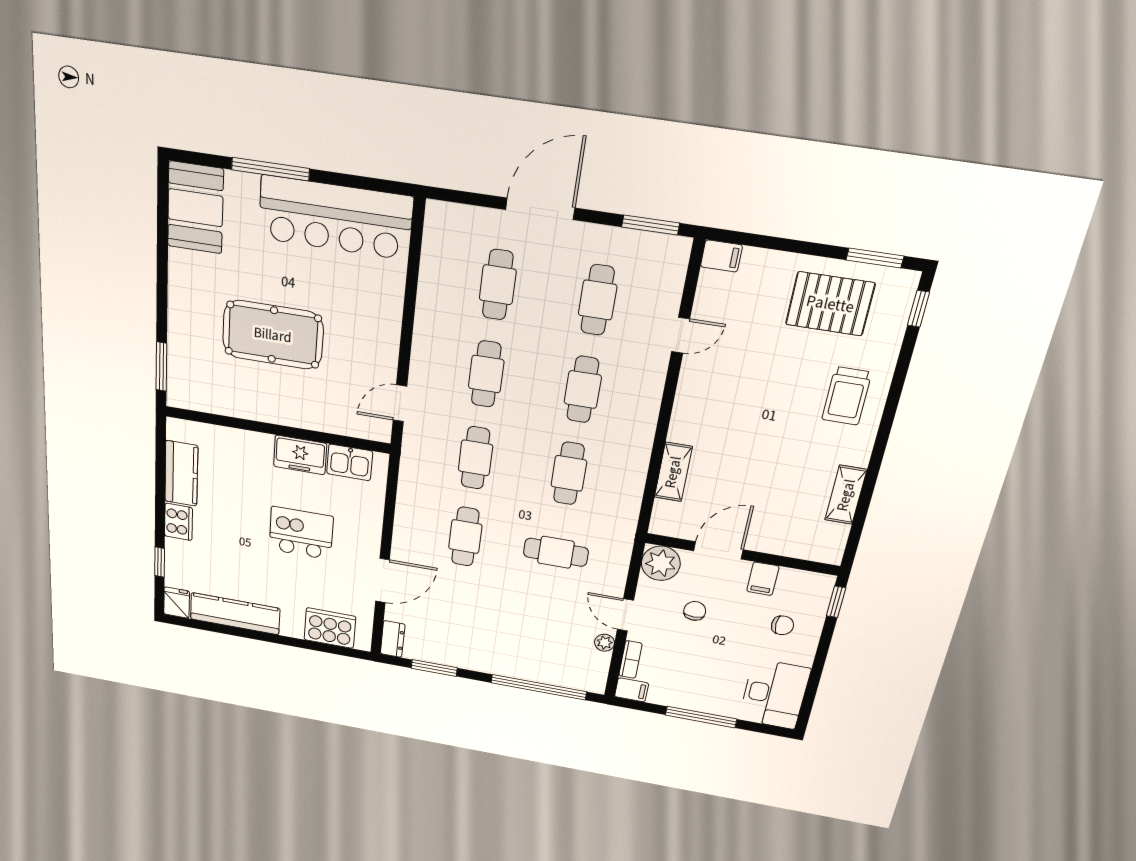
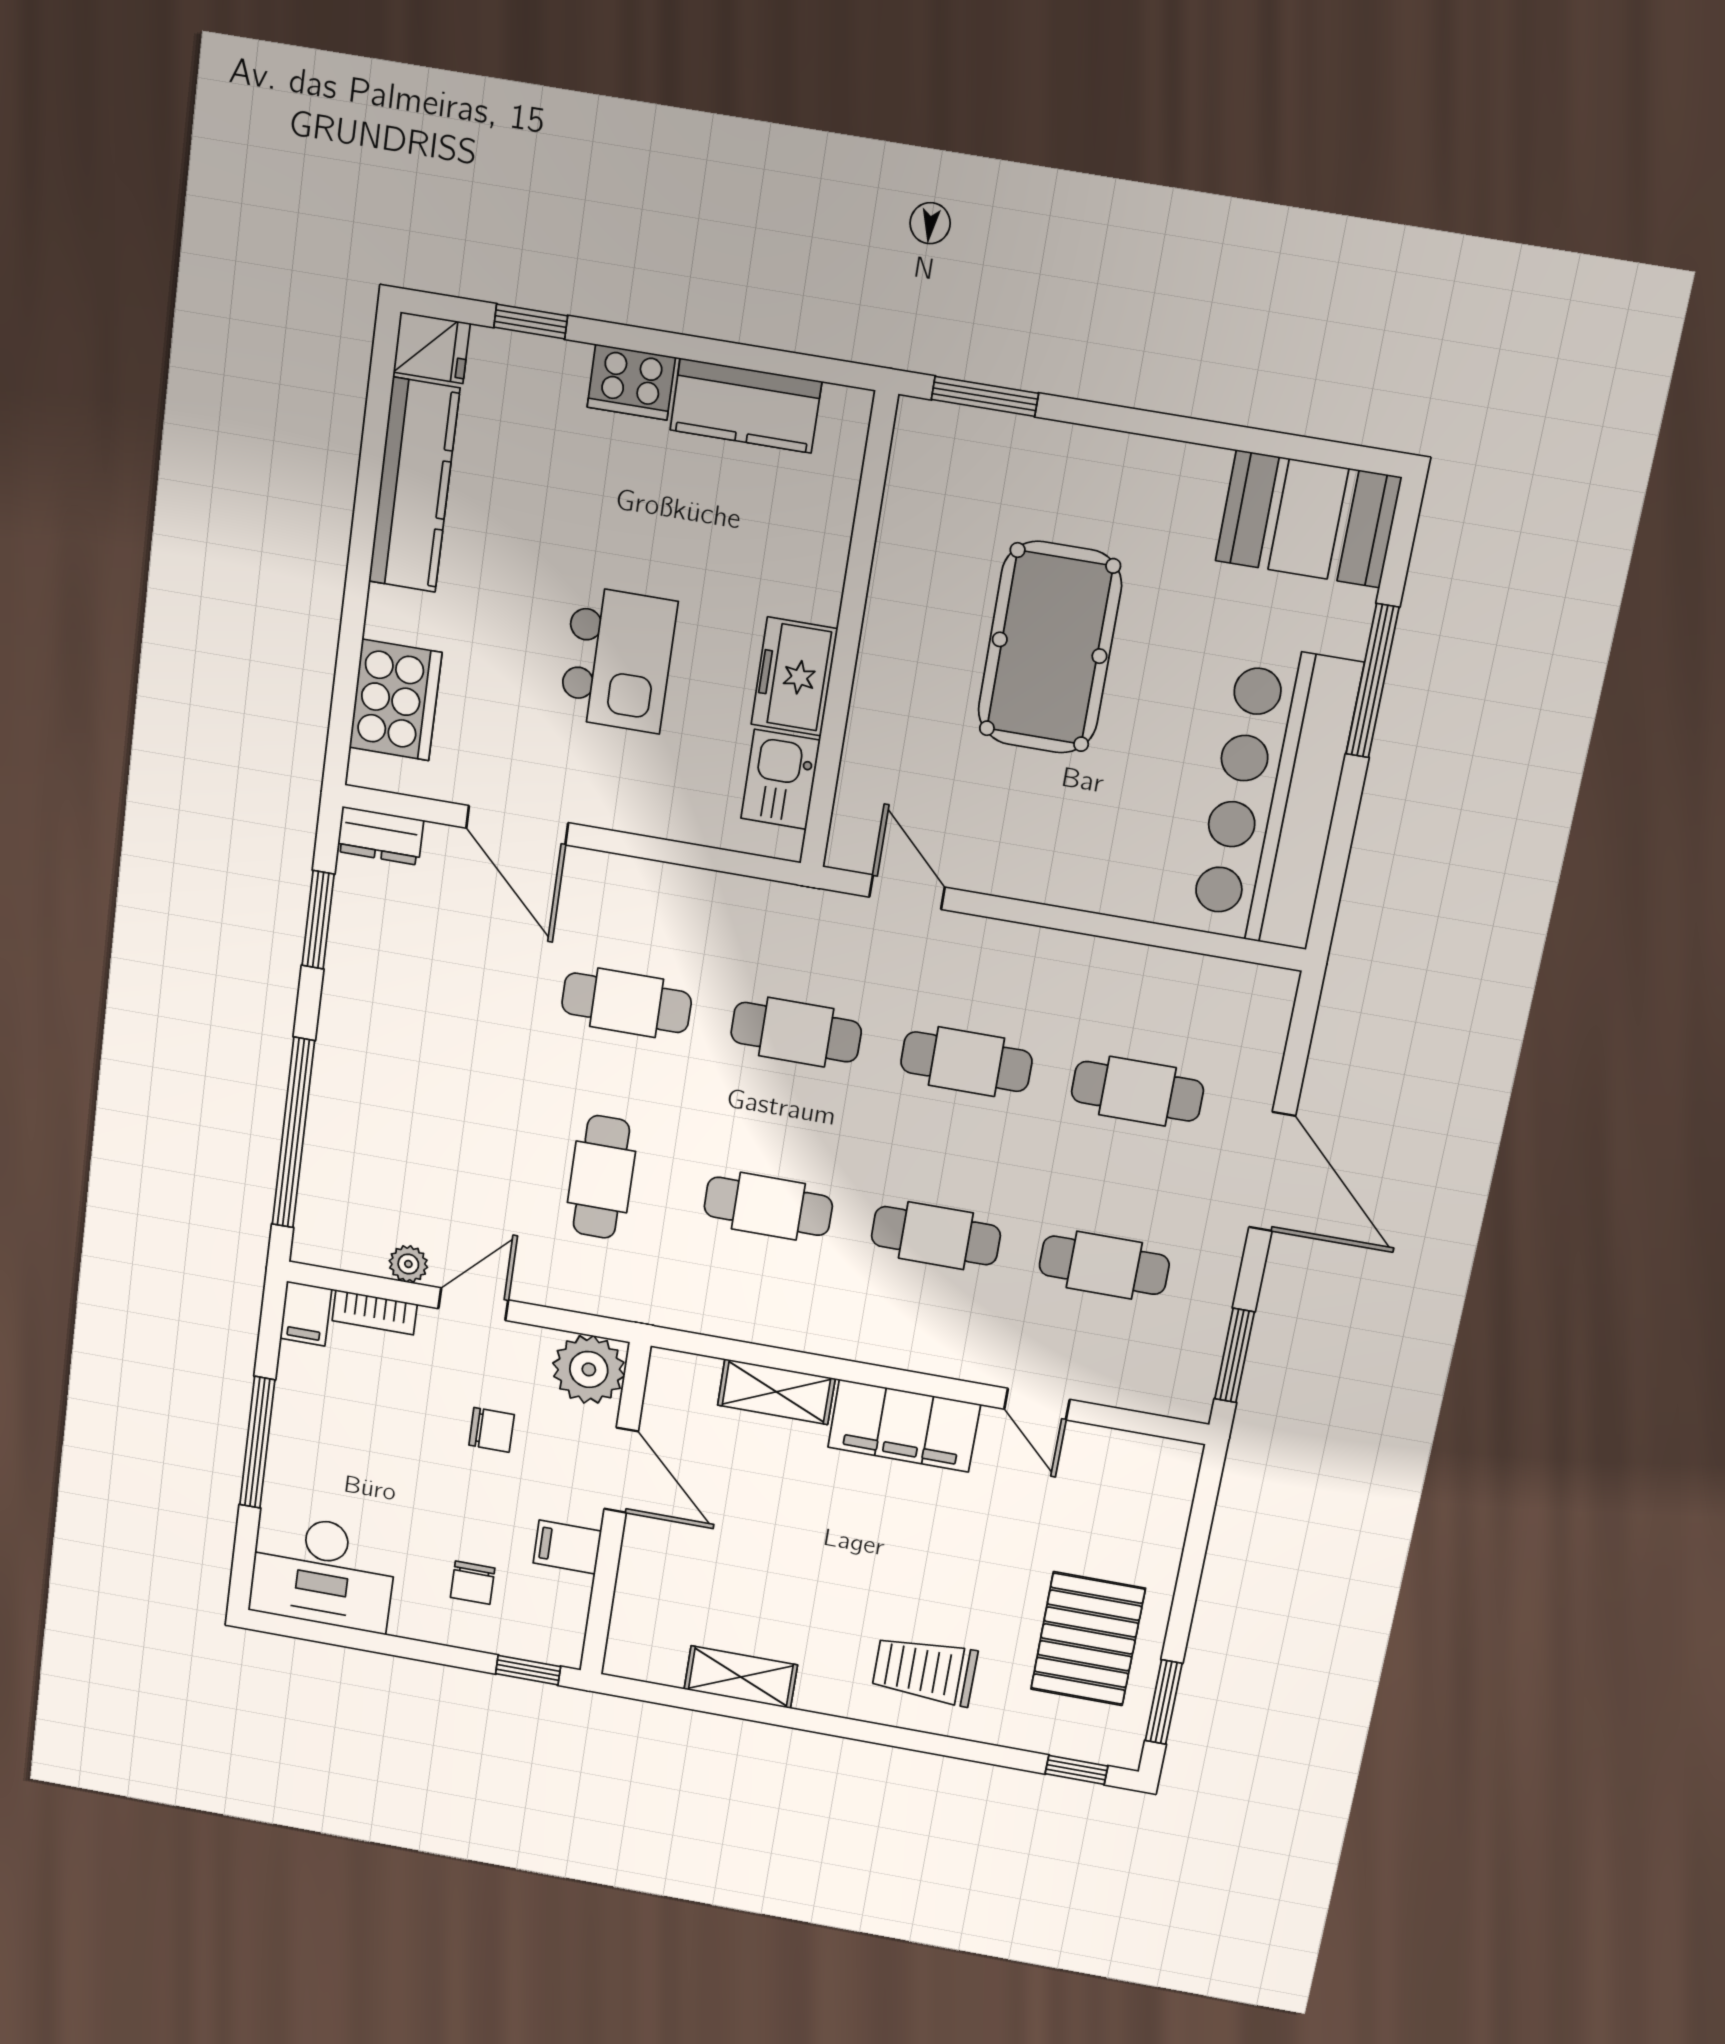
filing cabinet: (721, 256) -> (904, 1426), moved, width x3.00, depth x1.17

